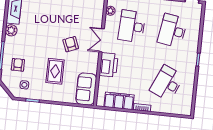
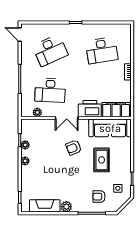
desk: (172, 31) -> (50, 50), turned -33
rug: (55, 71) -> (102, 160), turned 90
desk: (167, 83) -> (102, 50), turned -33
sofa: (86, 89) -> (110, 128), width x1.36
filing cabinet: (119, 101) -> (116, 110), moved, turned 90

